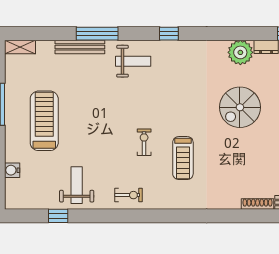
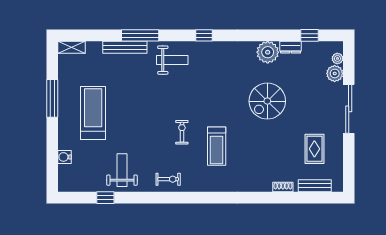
shoe rack: (258, 204) -> (283, 187), width x0.70

